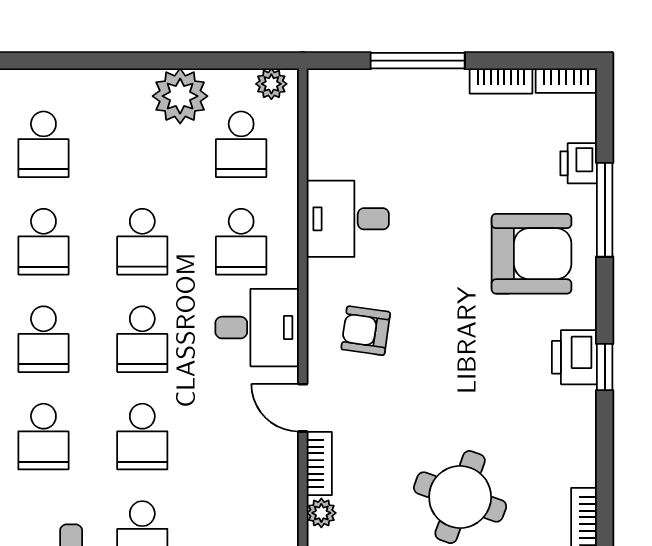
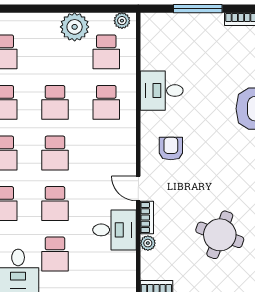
desk: (257, 328) -> (115, 230), moved
armchair: (366, 331) -> (171, 149), turned 82

